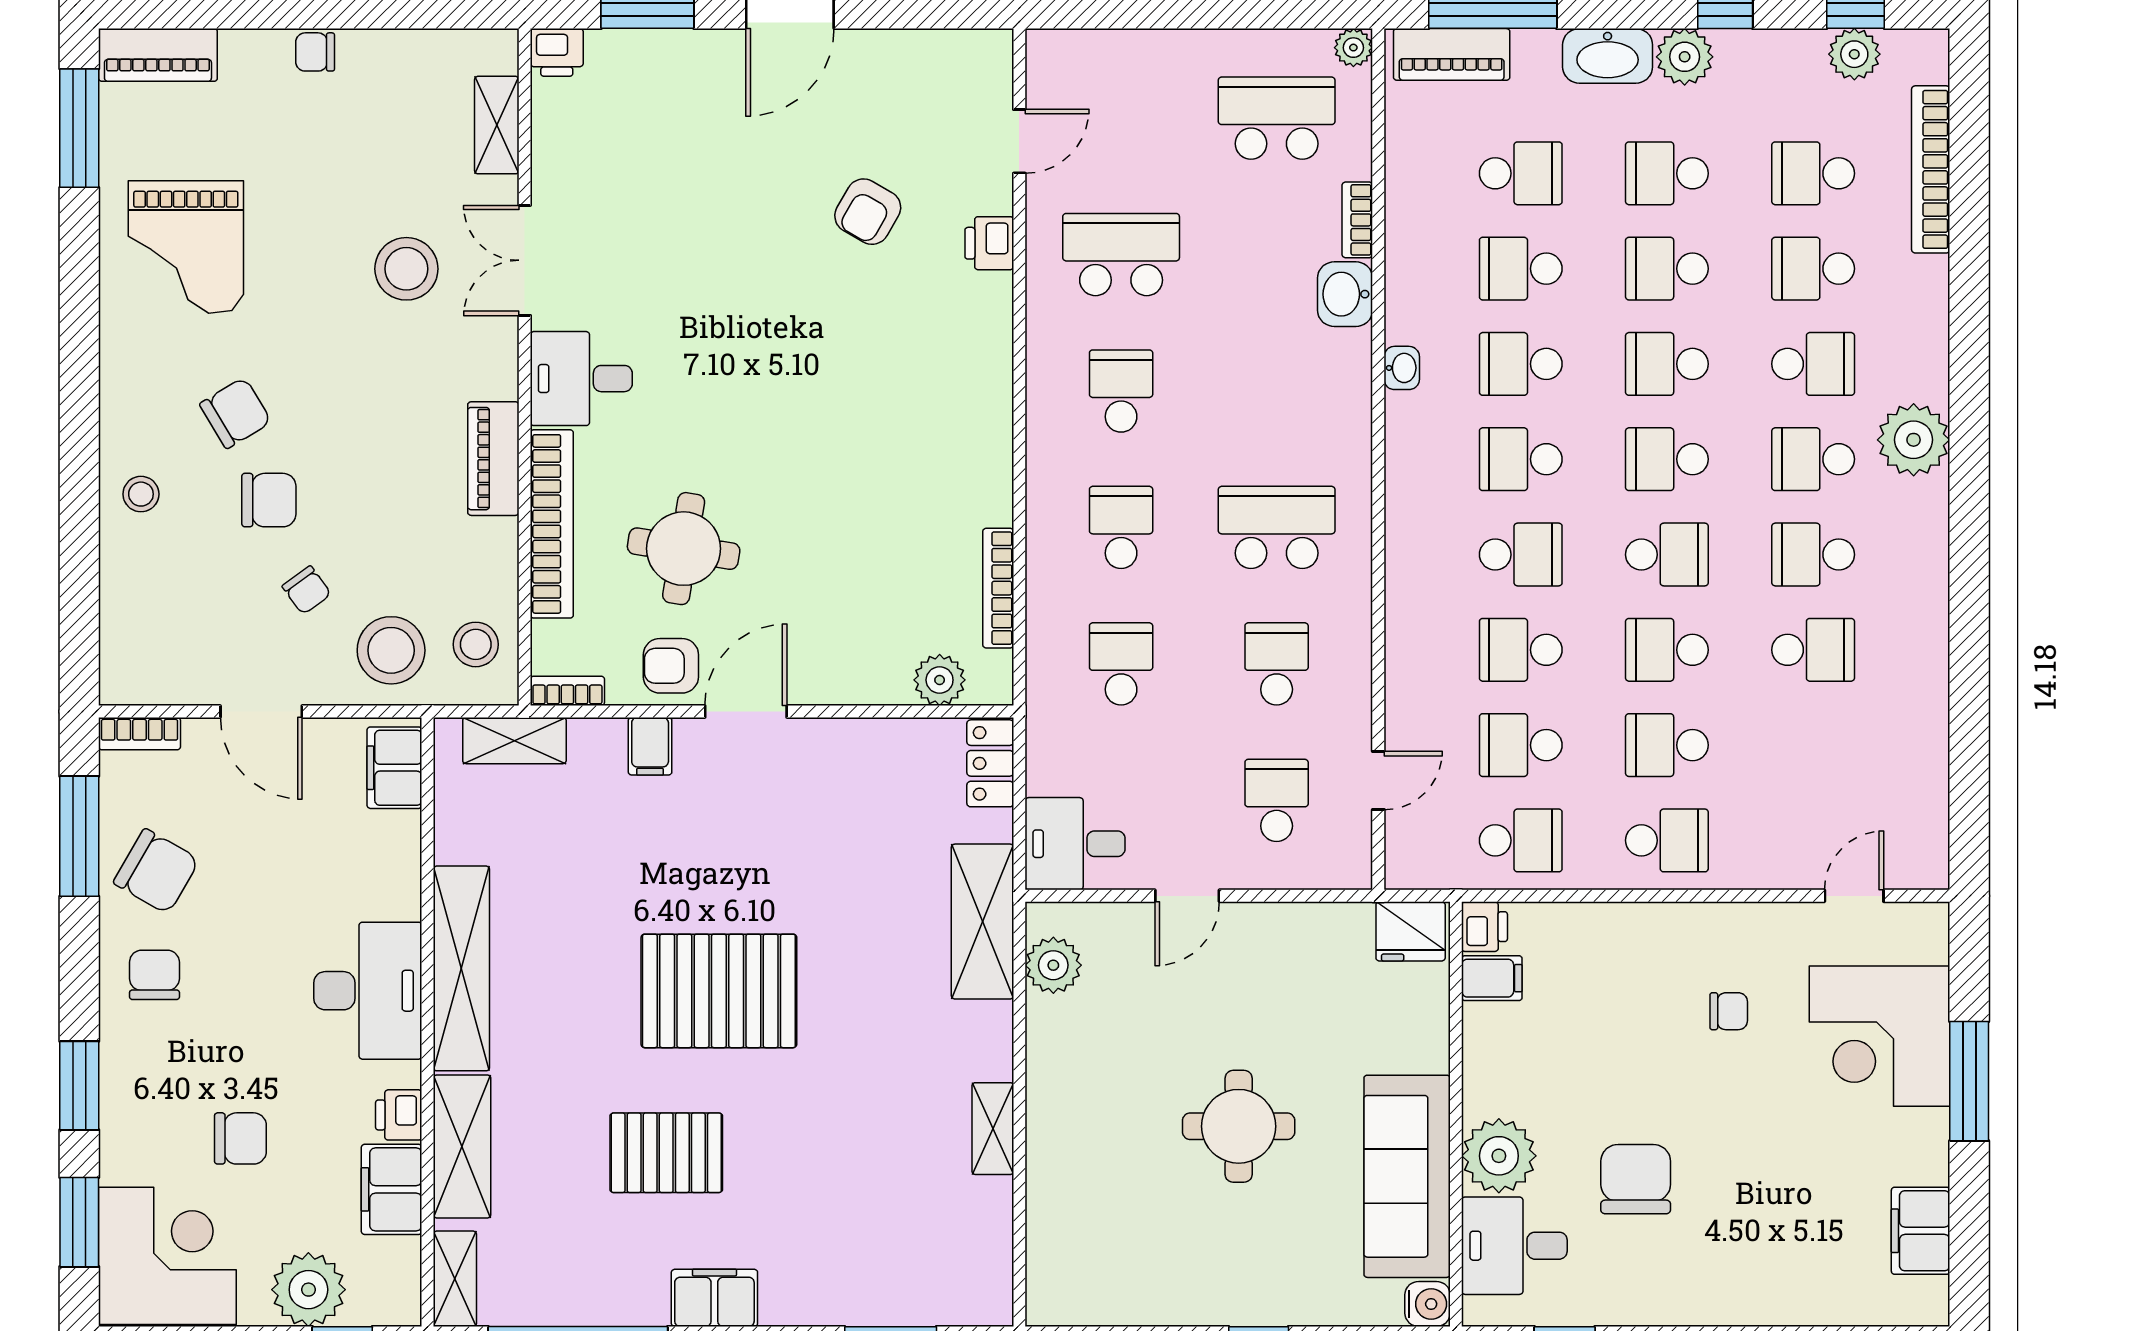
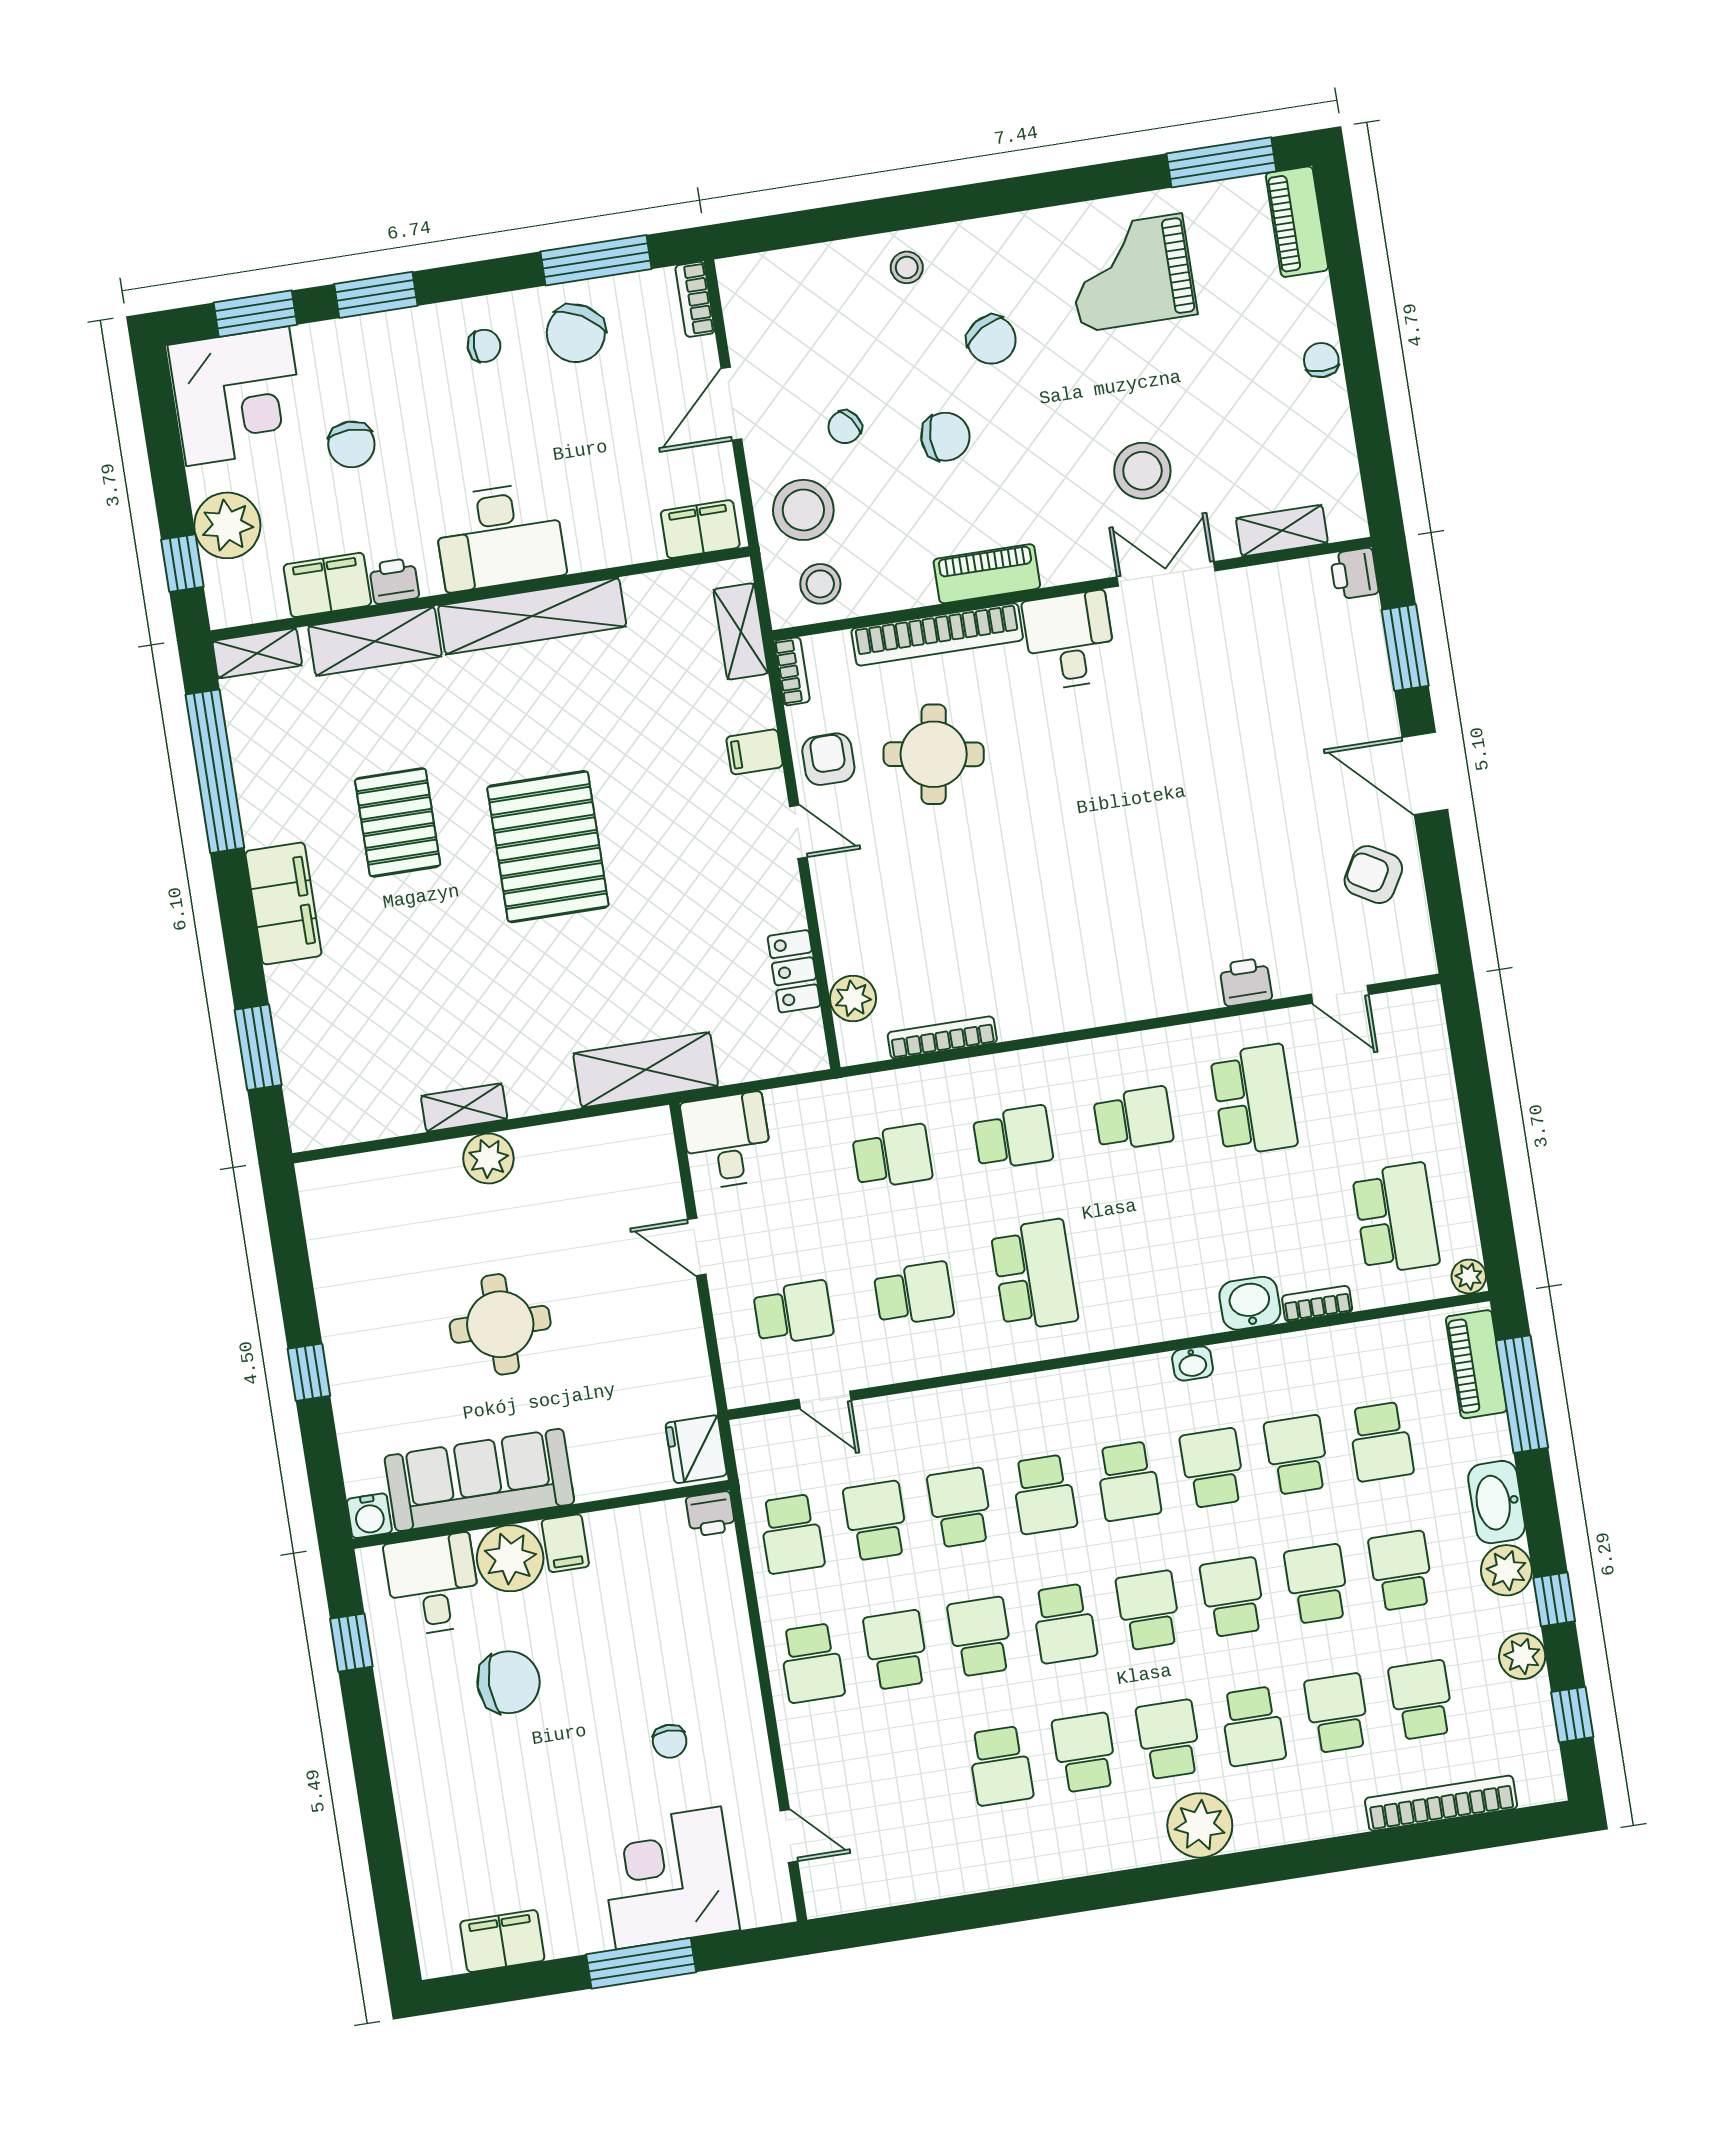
plant: (1854, 54) -> (1522, 1656), moved
armchair: (868, 212) -> (1373, 875), moved
school desk: (1521, 459) -> (1128, 1481), turned 180
chair: (269, 500) -> (945, 437), moved, turned -90
door: (746, 711) -> (798, 832), width x0.73
locker: (990, 763) -> (794, 971), moved, turned -90
plant: (1053, 965) -> (488, 1158), moved
chair: (154, 975) -> (484, 346), width x0.73, depth x0.73
filing cabinet: (1492, 978) -> (565, 1543), moved
filing cabinet: (714, 1298) -> (283, 903), width x1.50, depth x1.17

